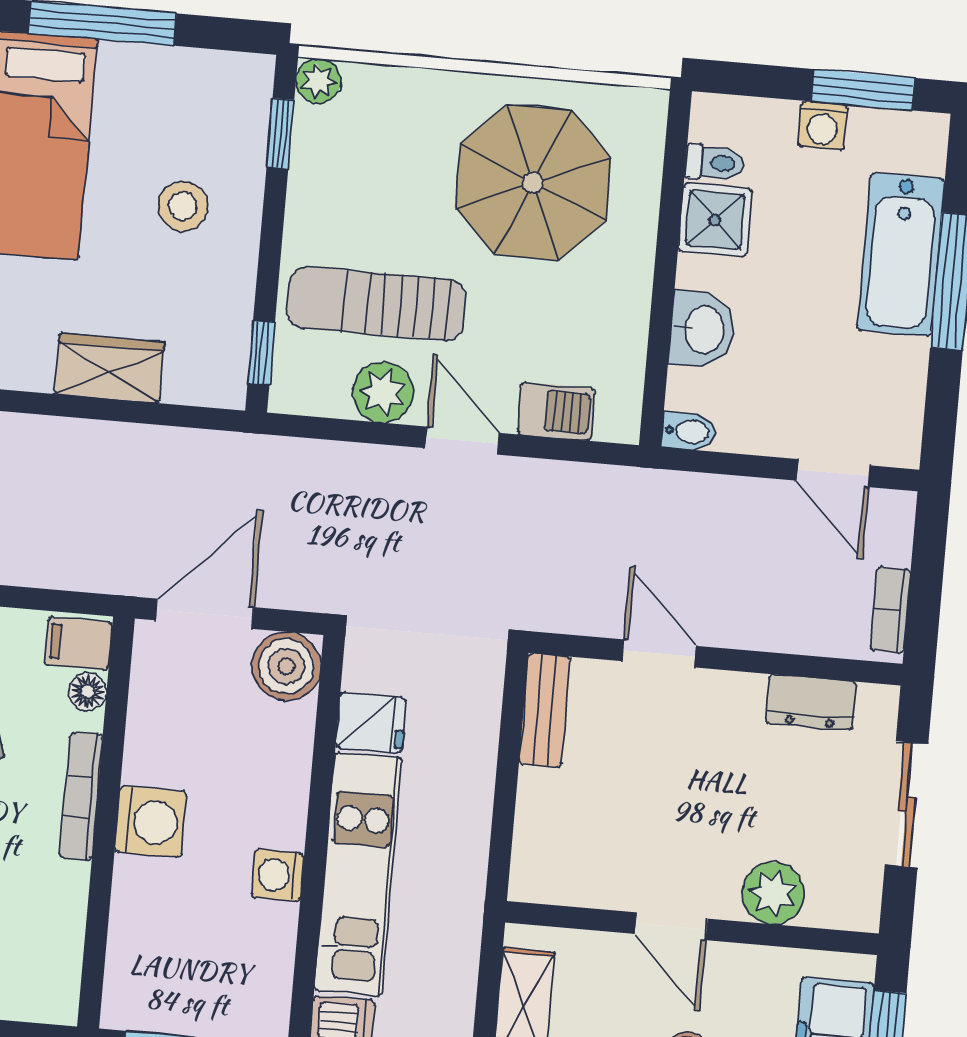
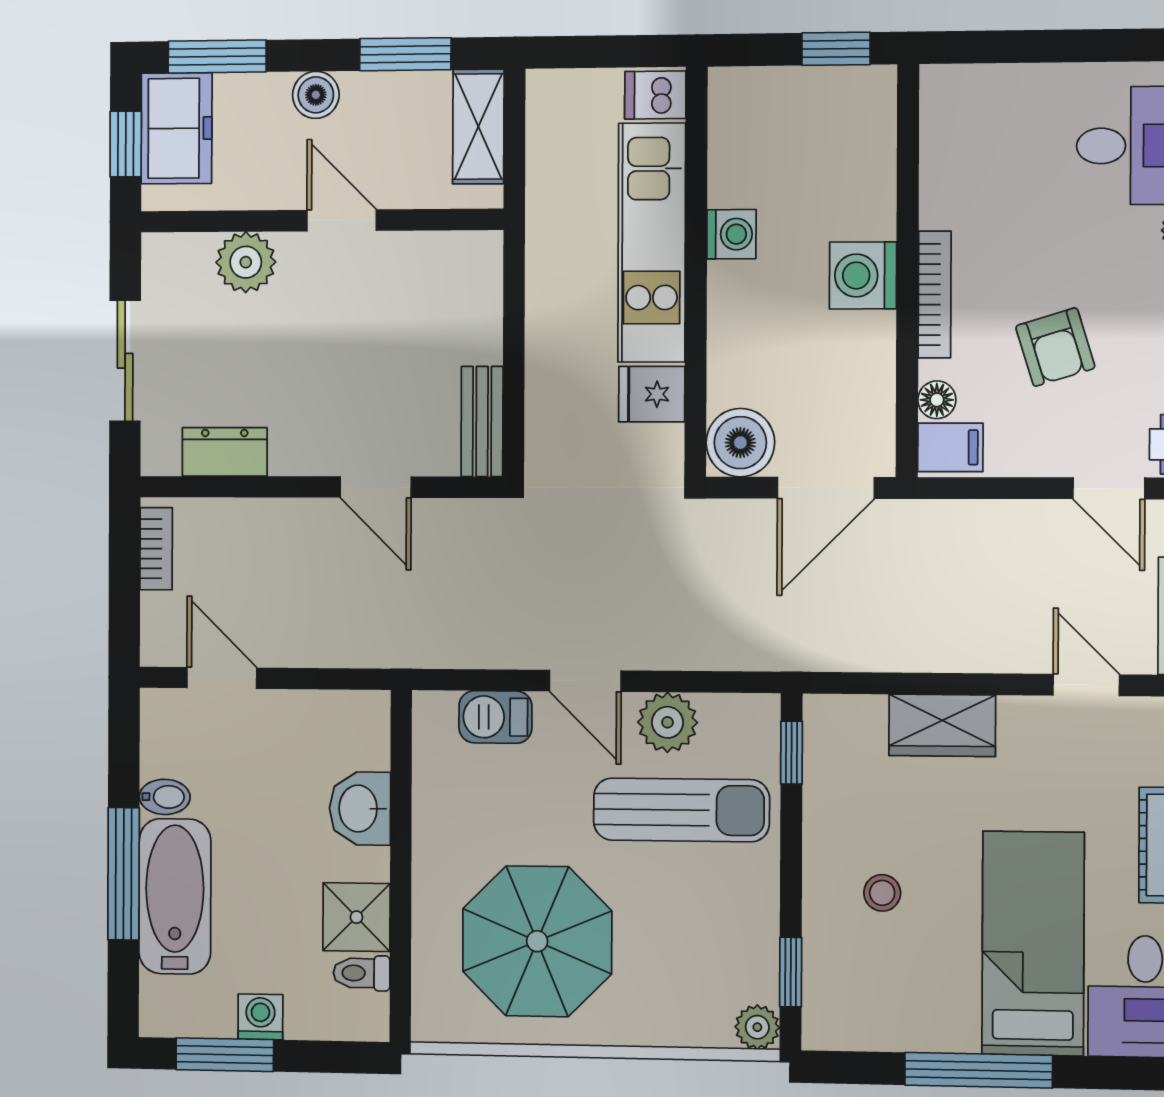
stool: (183, 206) -> (882, 893), width x0.73, depth x0.73
bidet: (689, 431) -> (165, 797), moved, turned 180

